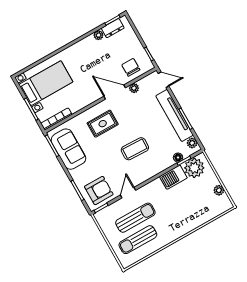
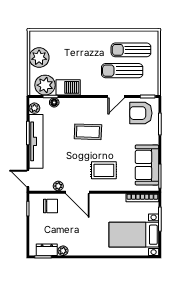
chair: (131, 67) -> (51, 206), turned -90
plant: (219, 190) -> (39, 58), width x1.88, depth x1.88
sun lounger: (138, 240) -> (131, 50), turned 180

